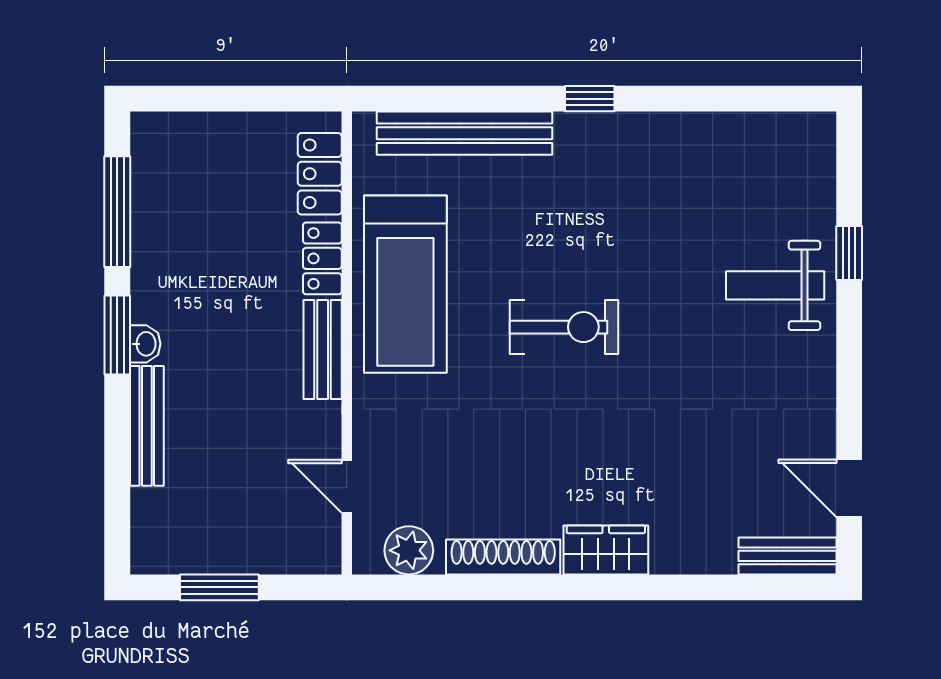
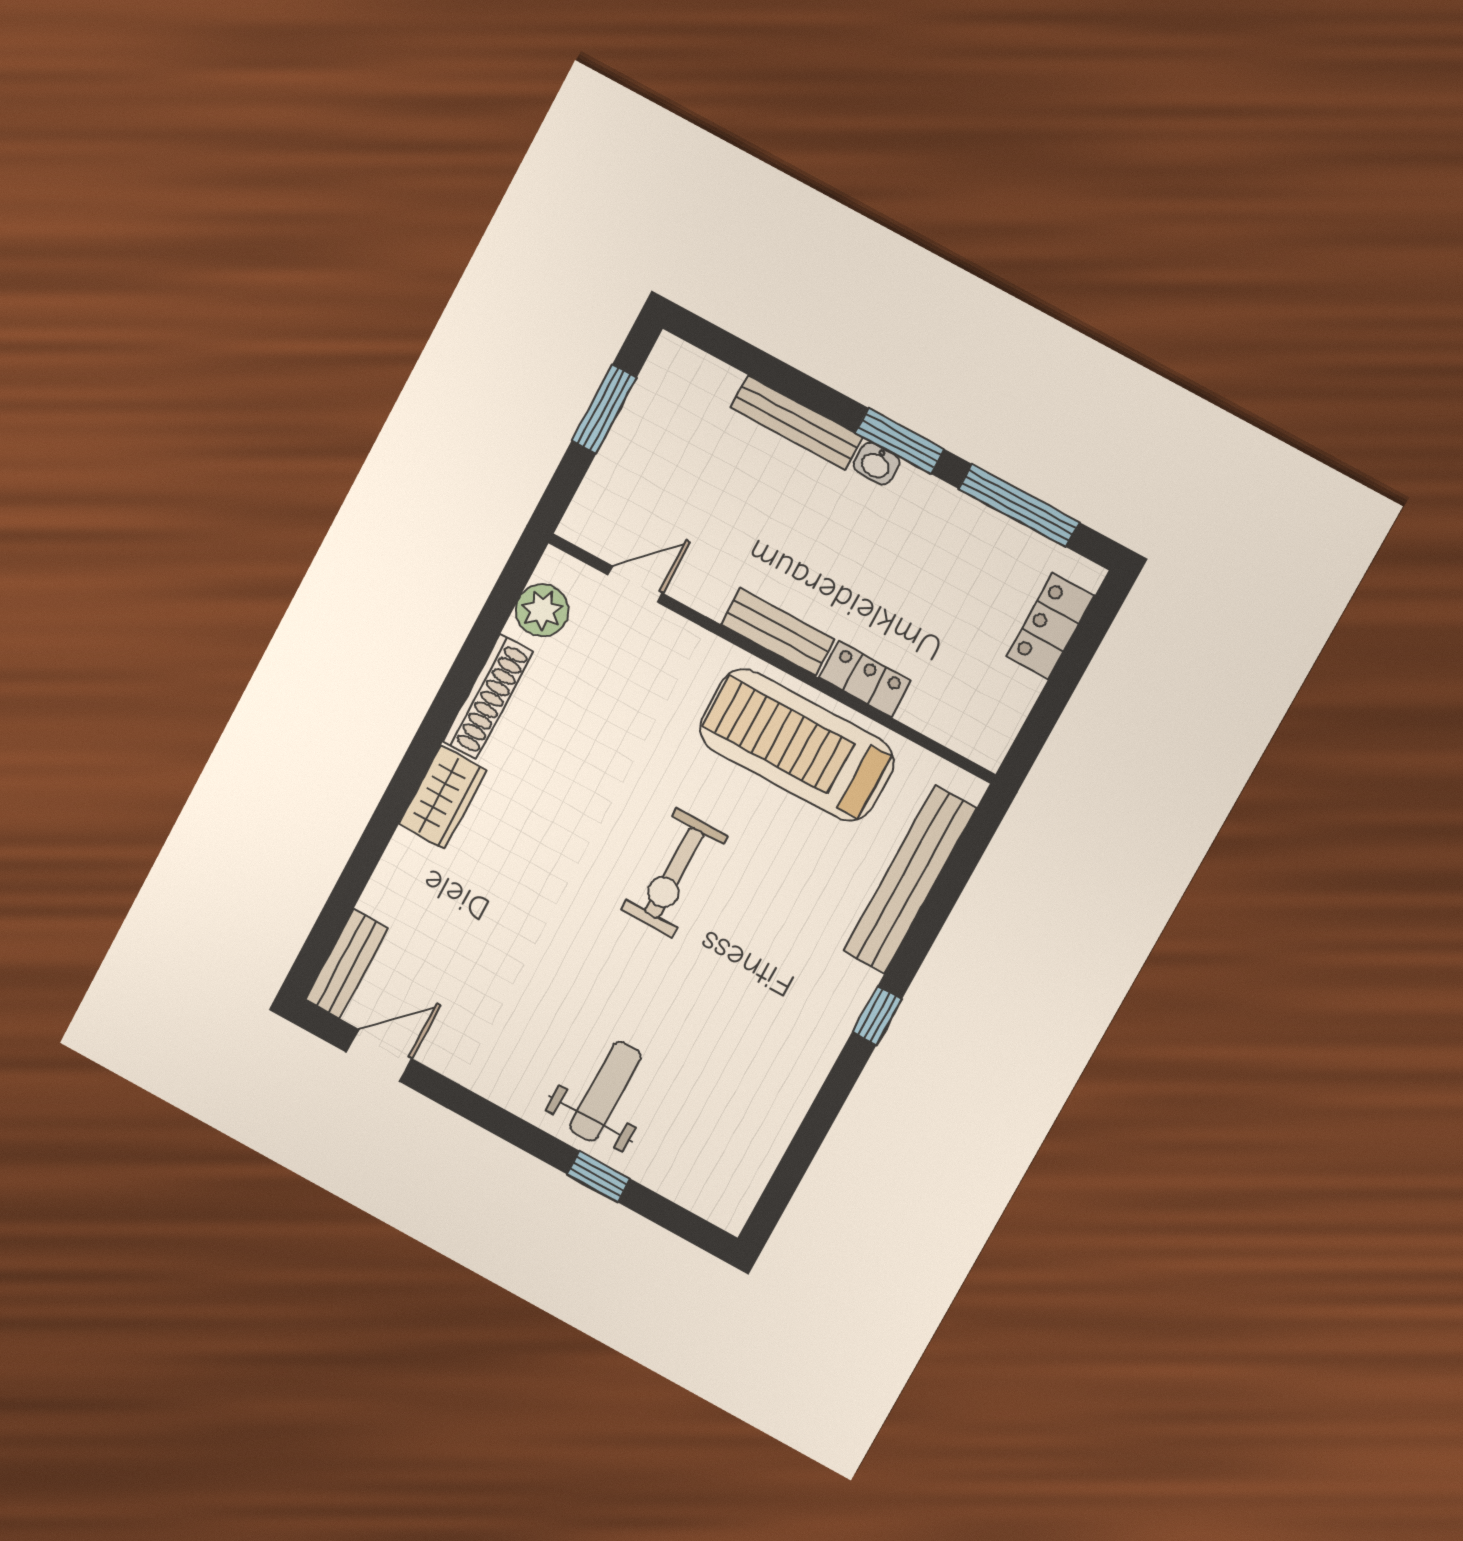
locker: (320, 174) -> (1050, 626), moved, turned -90

